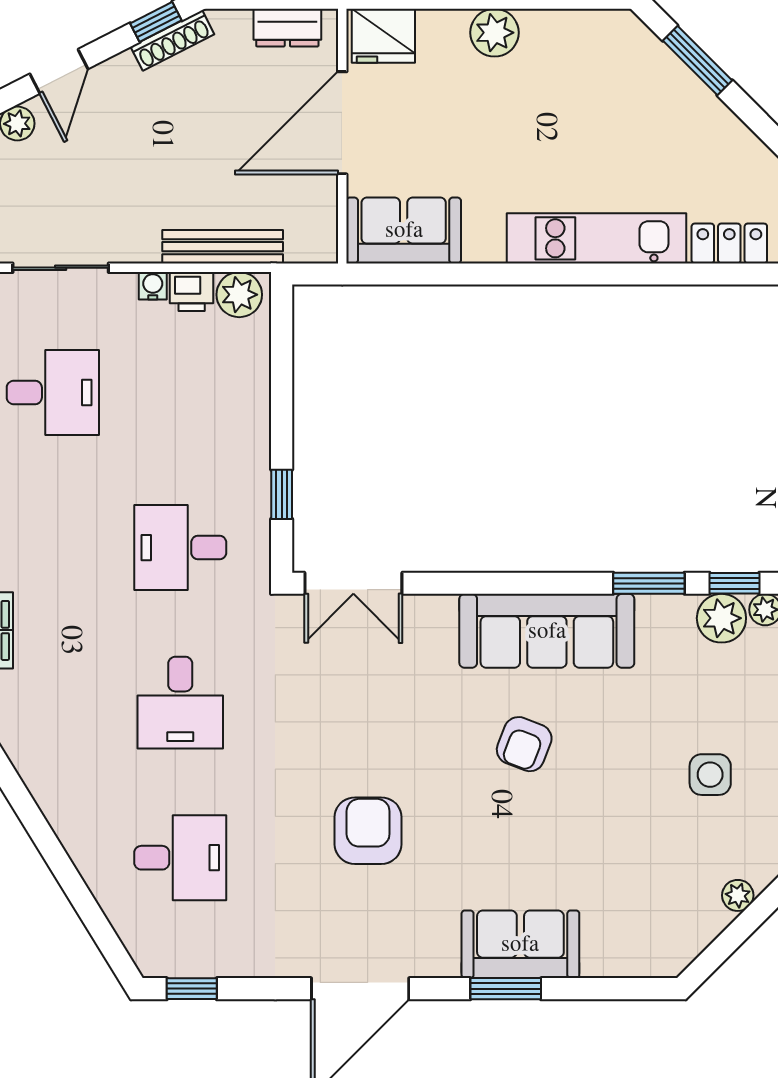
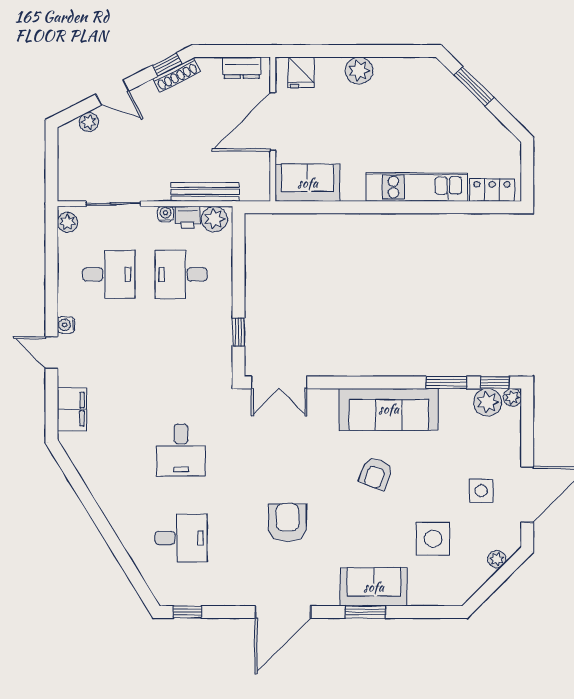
fridge: (383, 36) -> (301, 72), width x0.72
door: (59, 71) -> (112, 93), hinge flipped
desk: (180, 548) -> (181, 274), moved
side table: (625, 859) -> (433, 539), added

